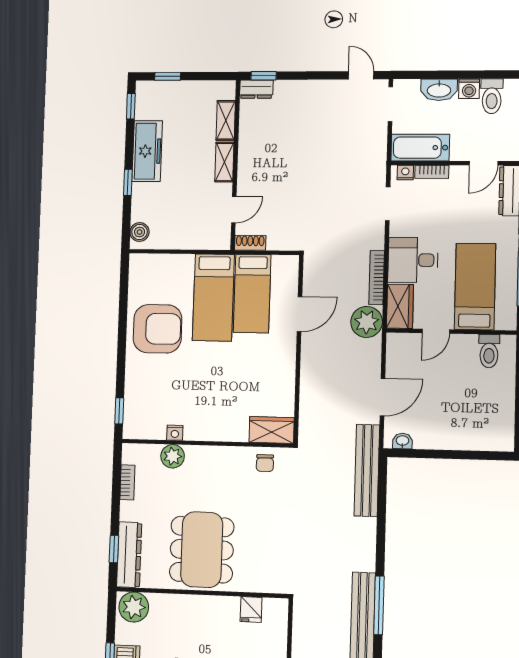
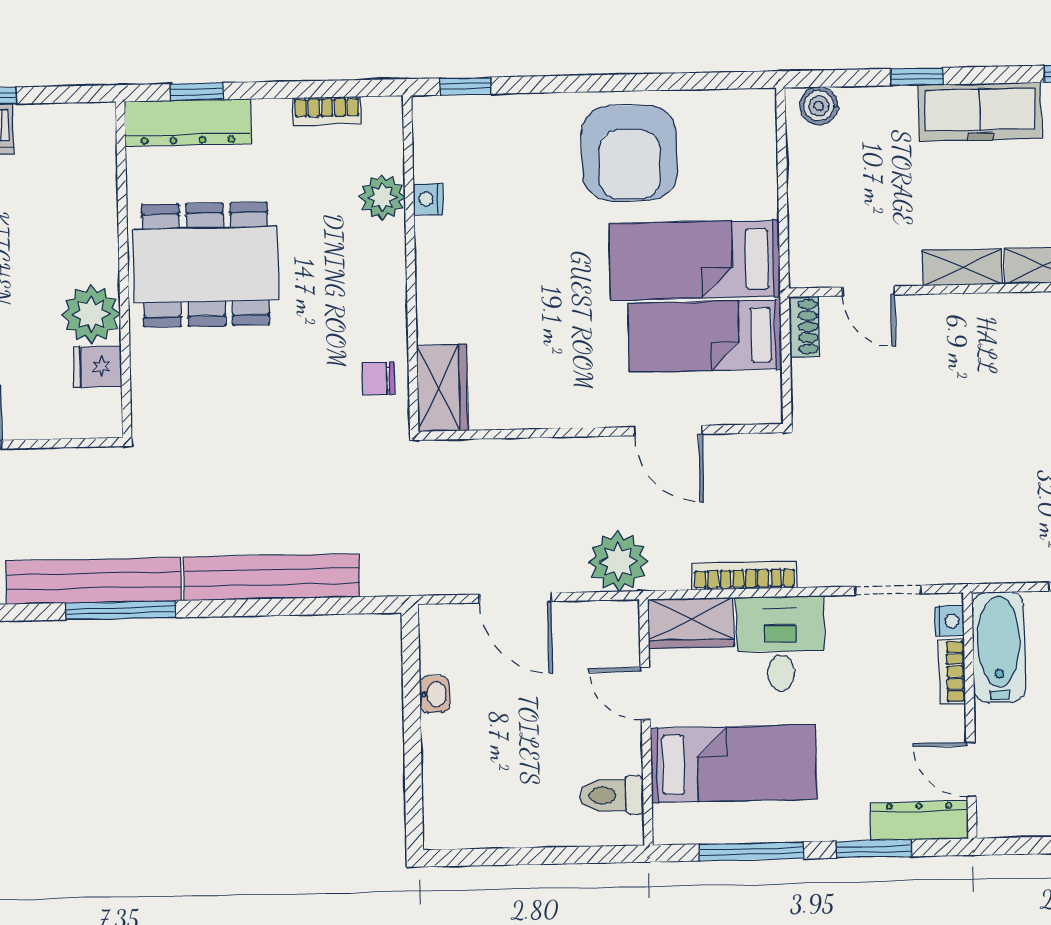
plant: (367, 322) -> (618, 561), moved
washbasin: (402, 441) -> (435, 694), moved
bench: (367, 470) -> (272, 577), moved
plant: (134, 607) -> (91, 314), moved

